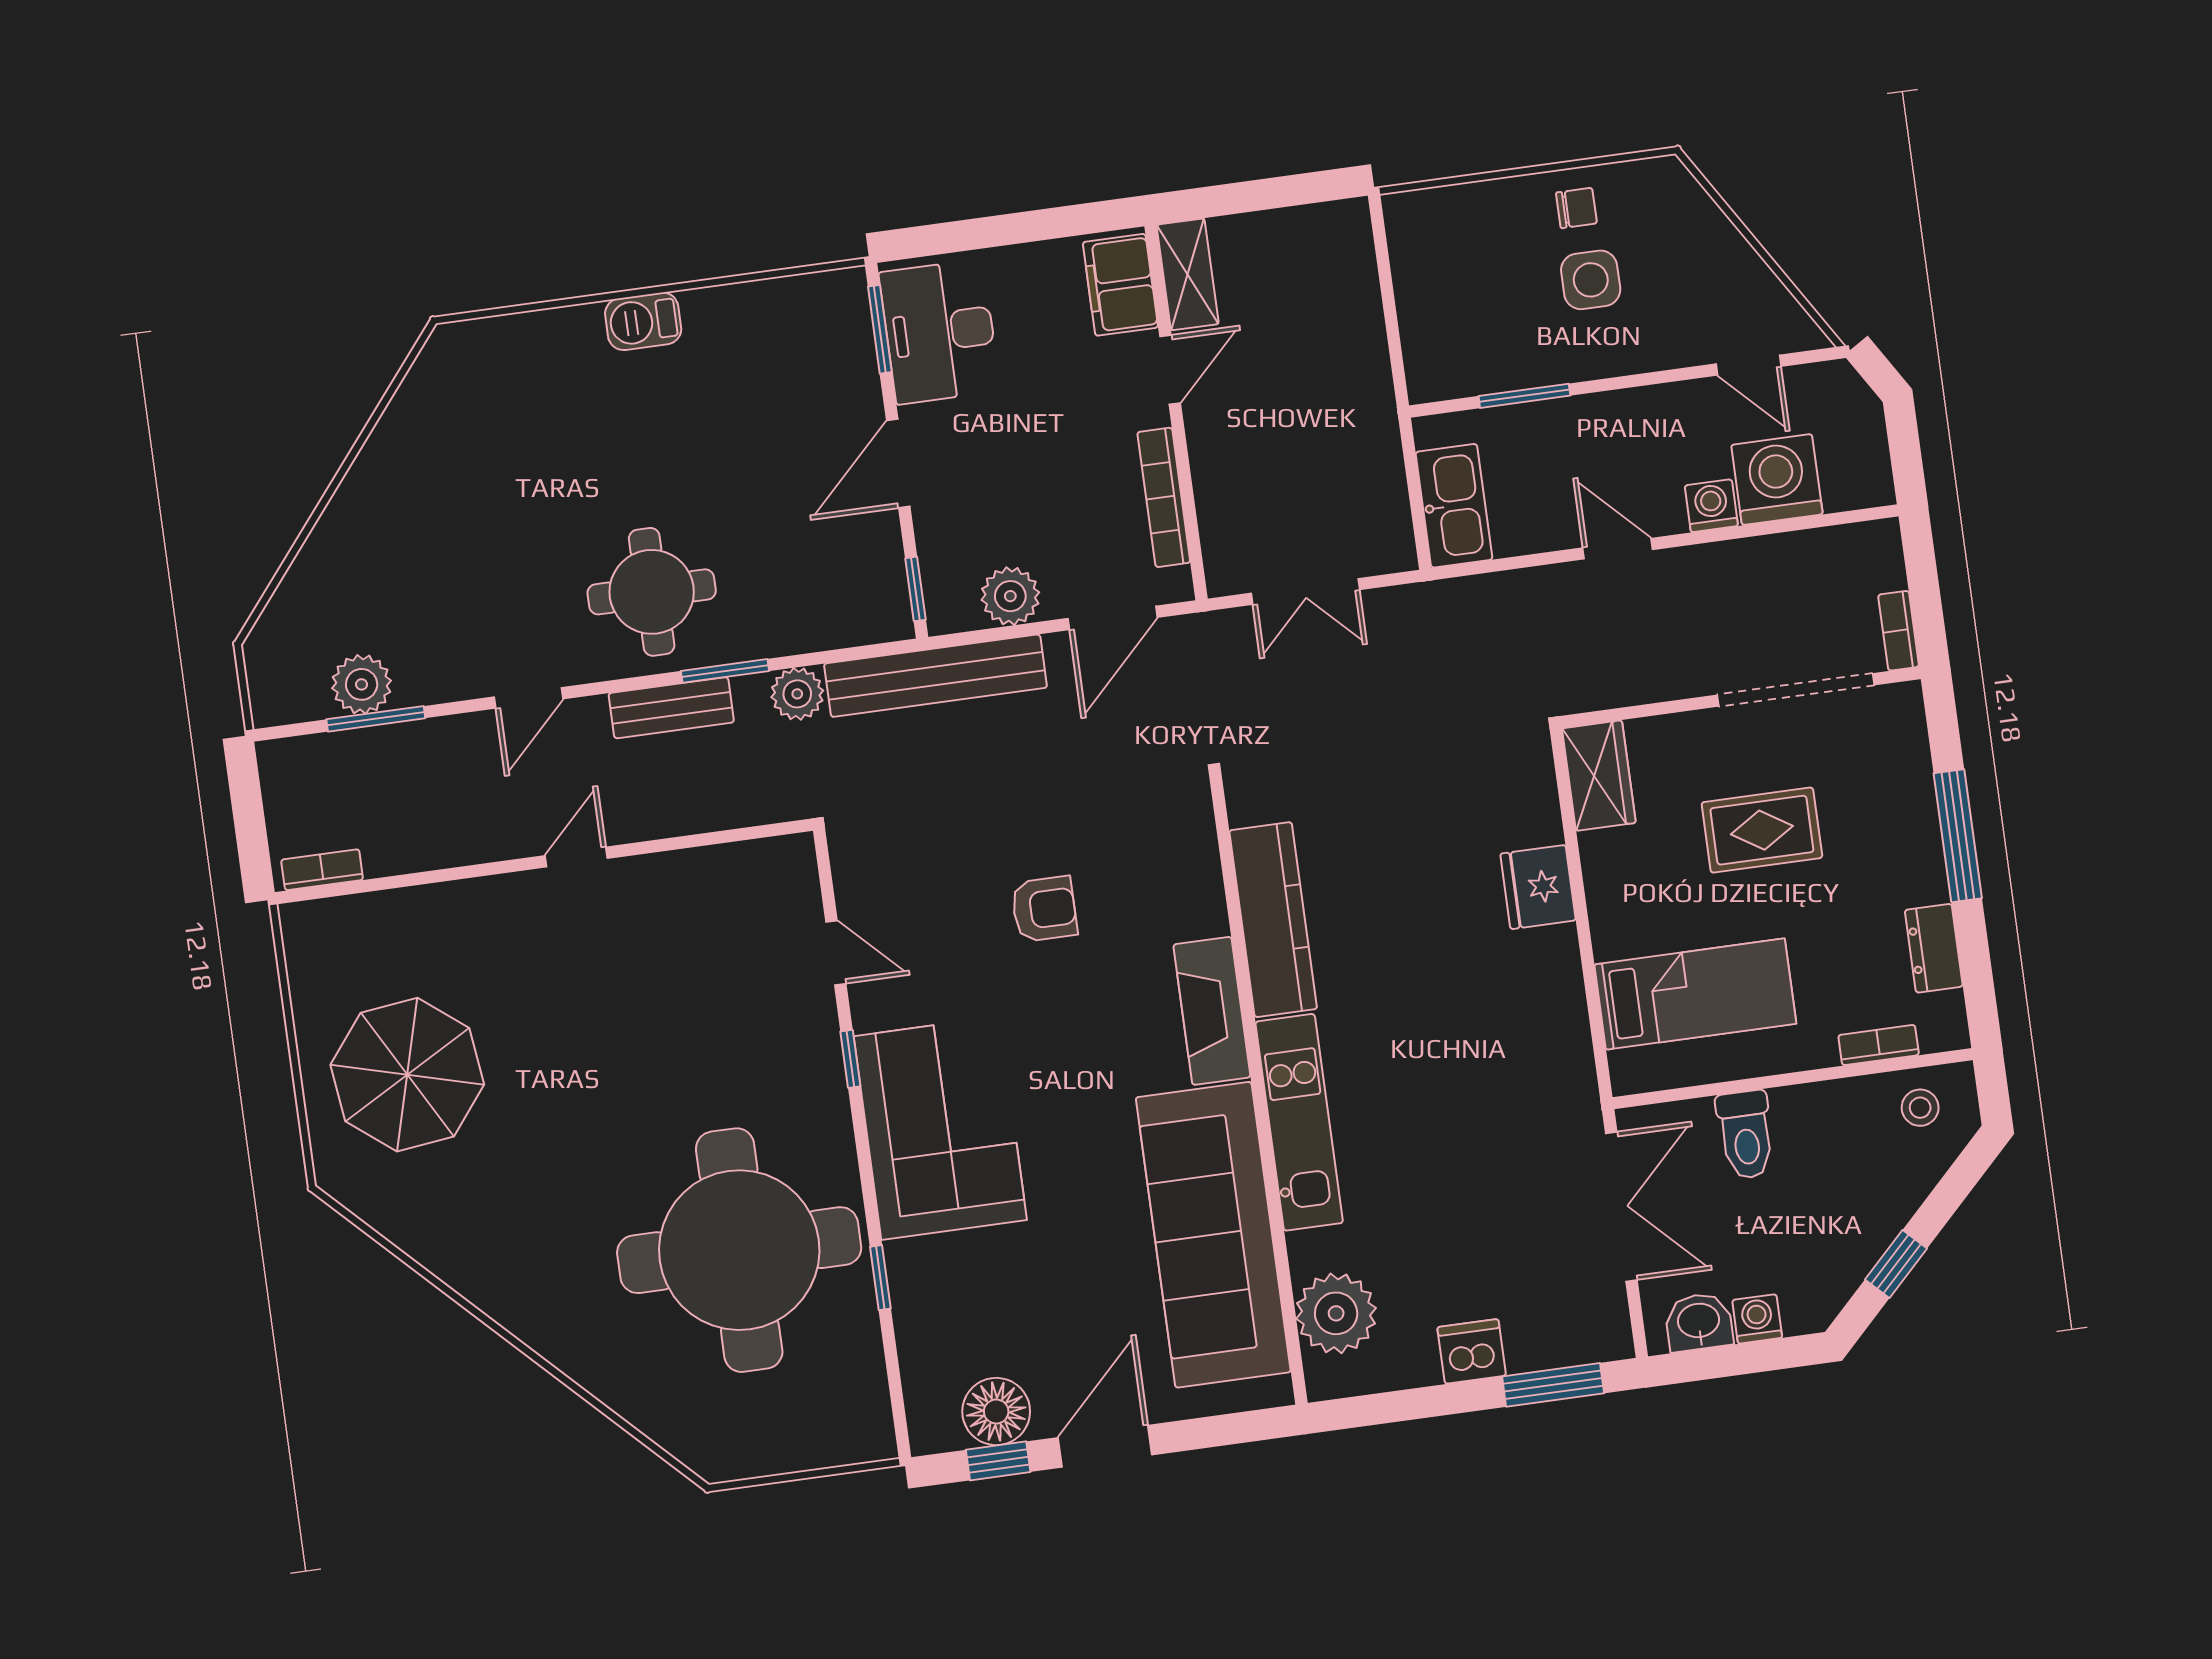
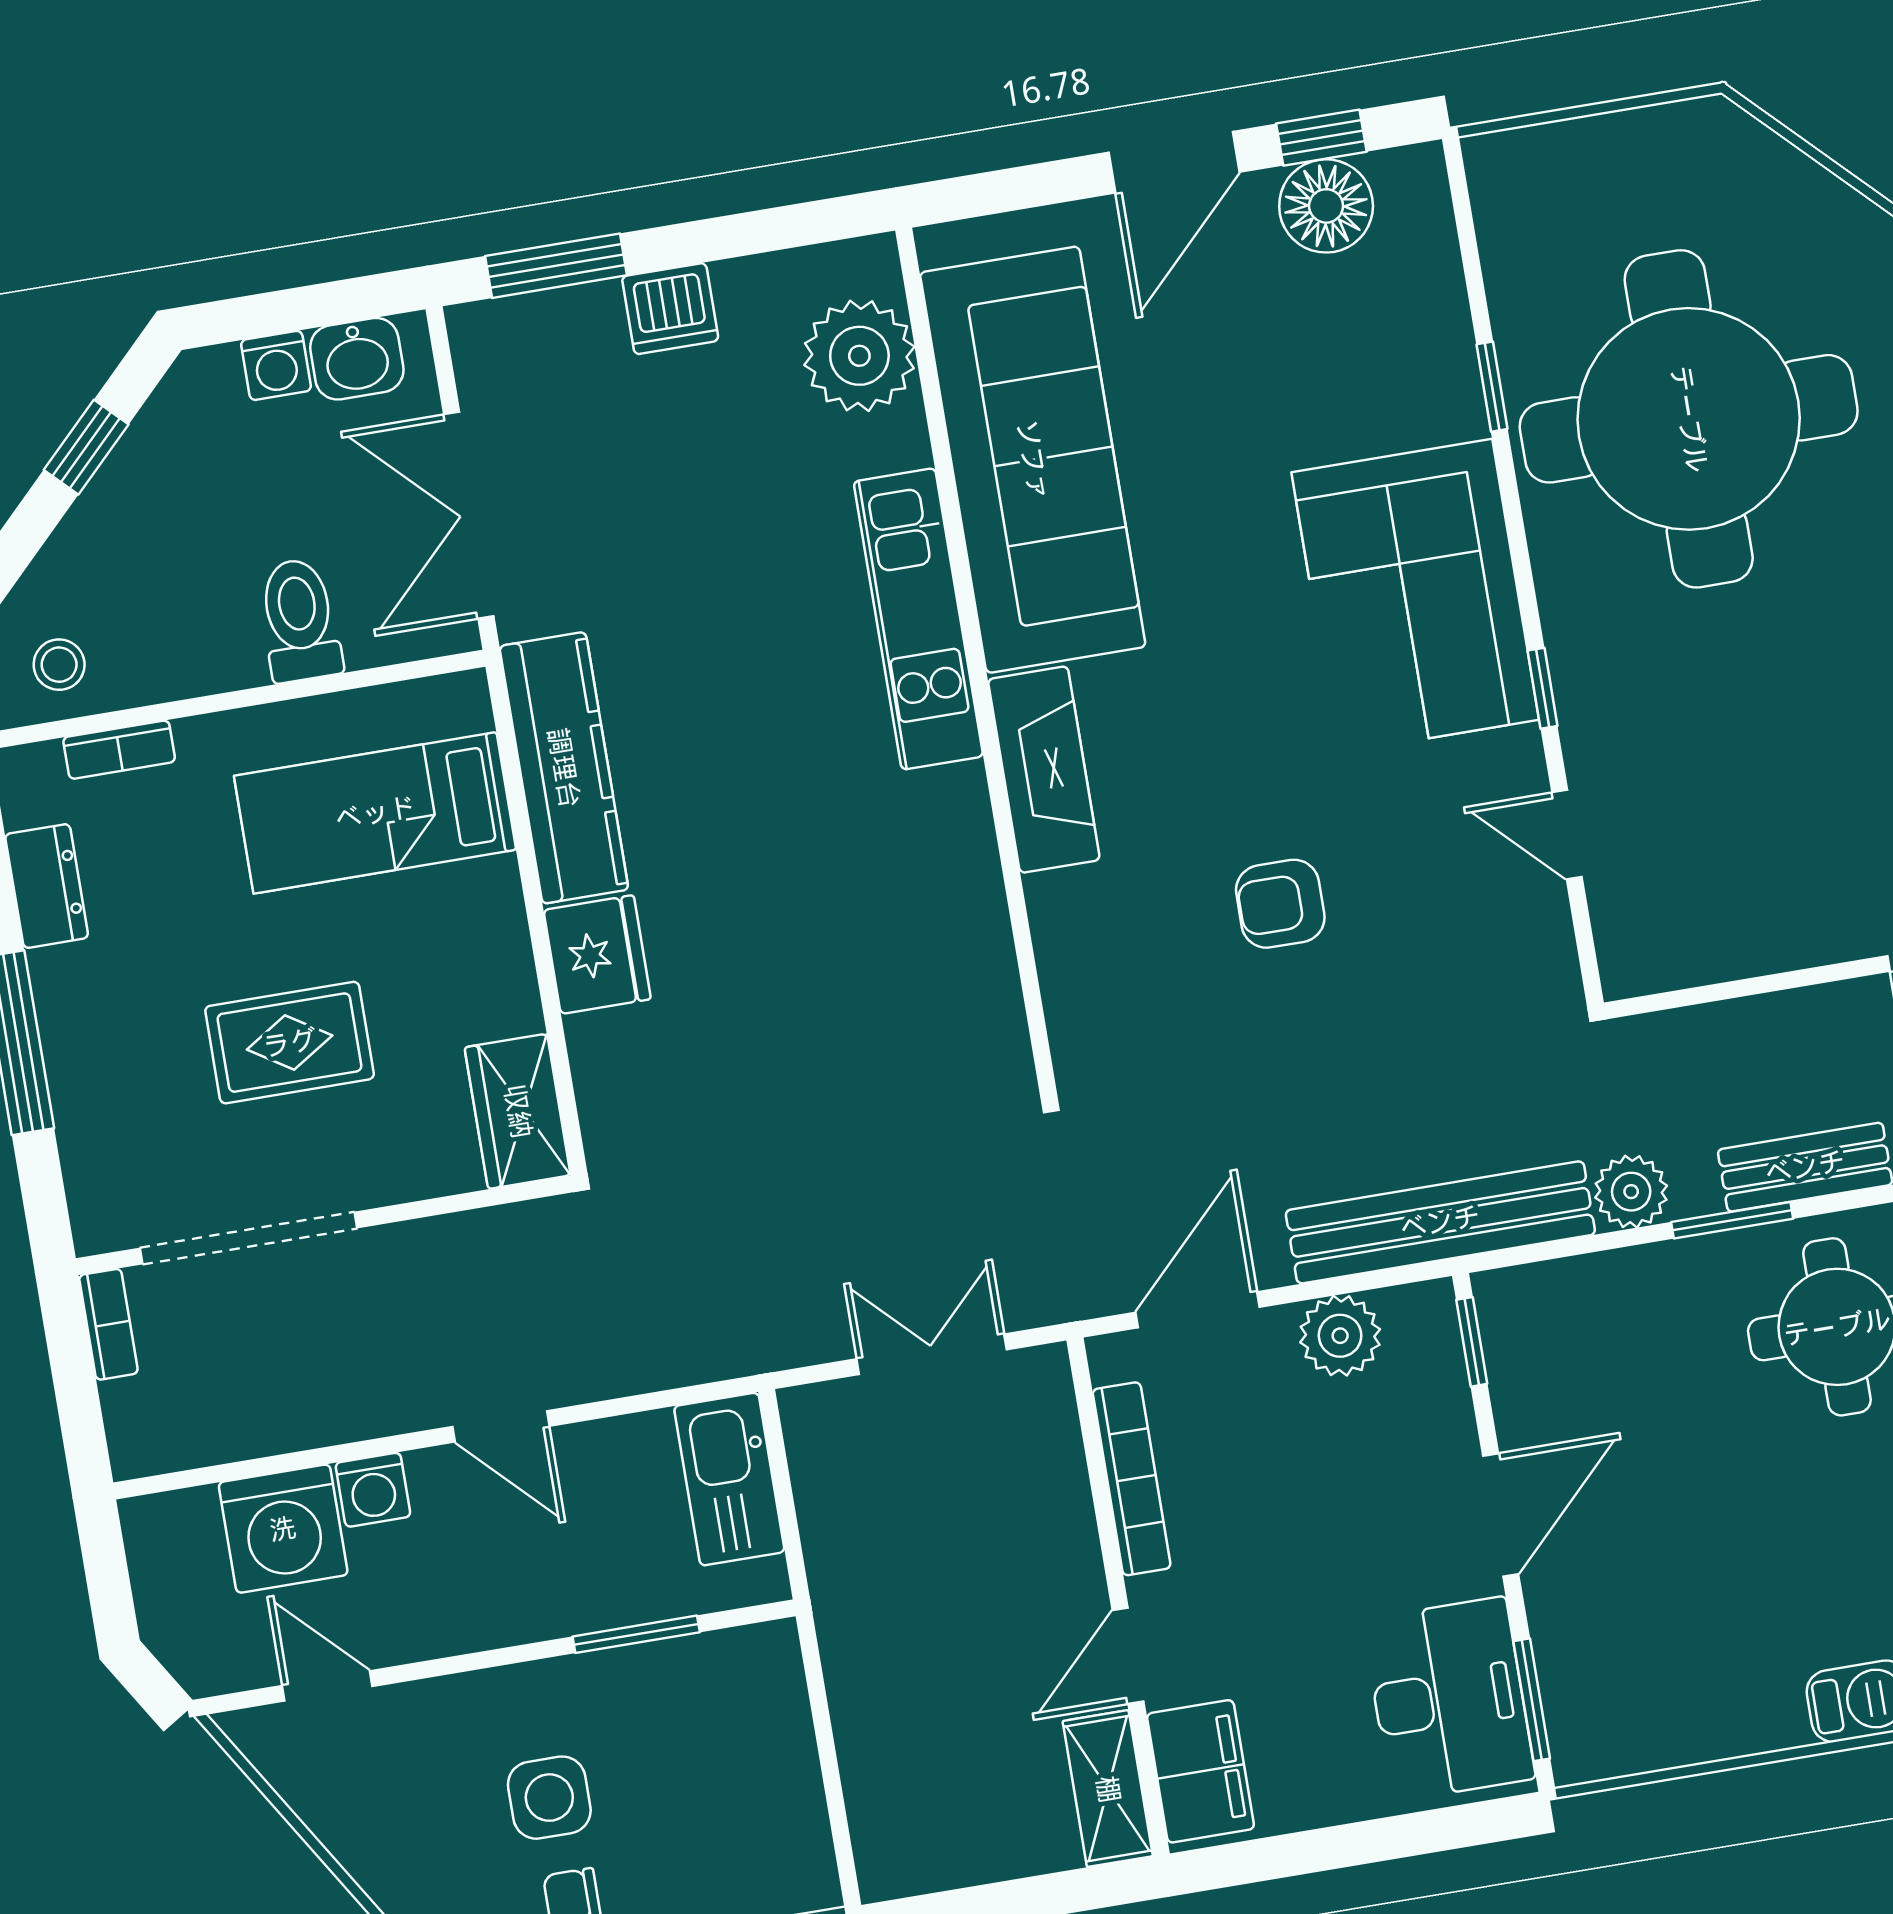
kitchen counter: (1273, 920) -> (564, 768), moved, turned 180

